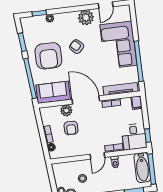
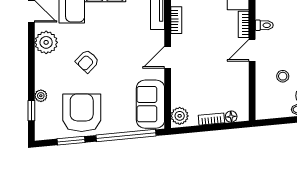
armchair: (48, 56) -> (82, 113), moved, turned -90
door: (86, 100) -> (168, 57), width x0.53
plant: (66, 110) -> (180, 116), moved
armchair: (71, 128) -> (206, 84), removed
door: (97, 156) -> (252, 50), swing flipped

